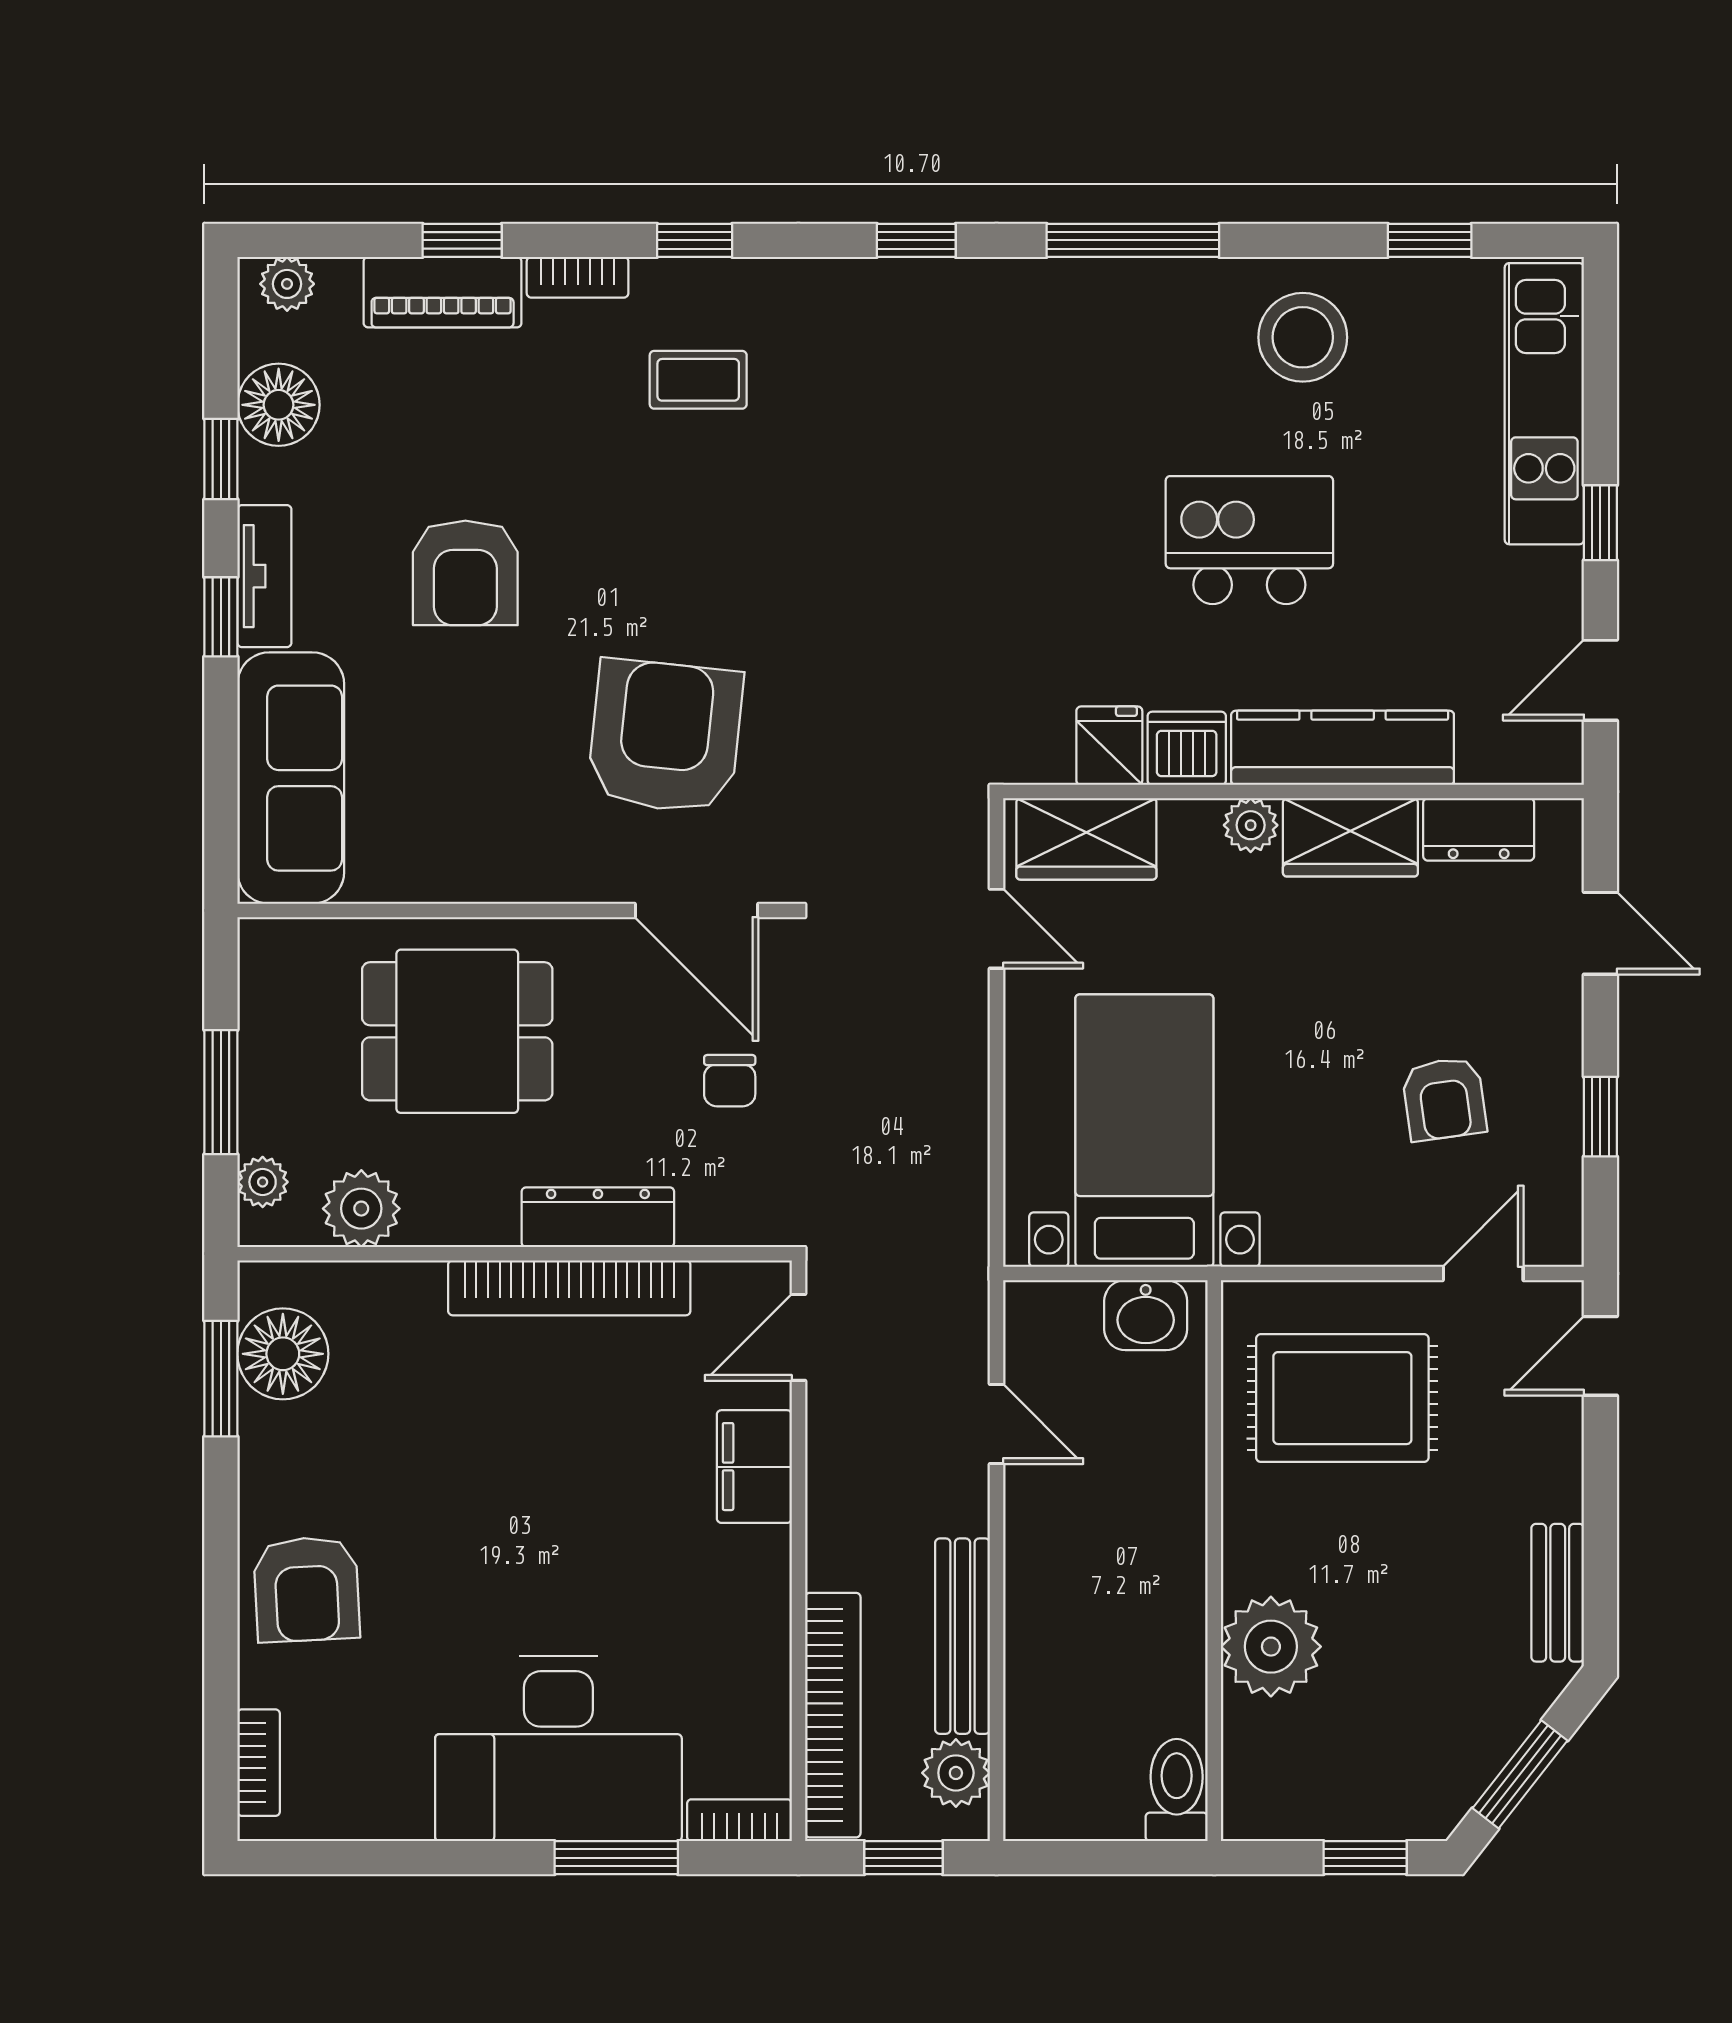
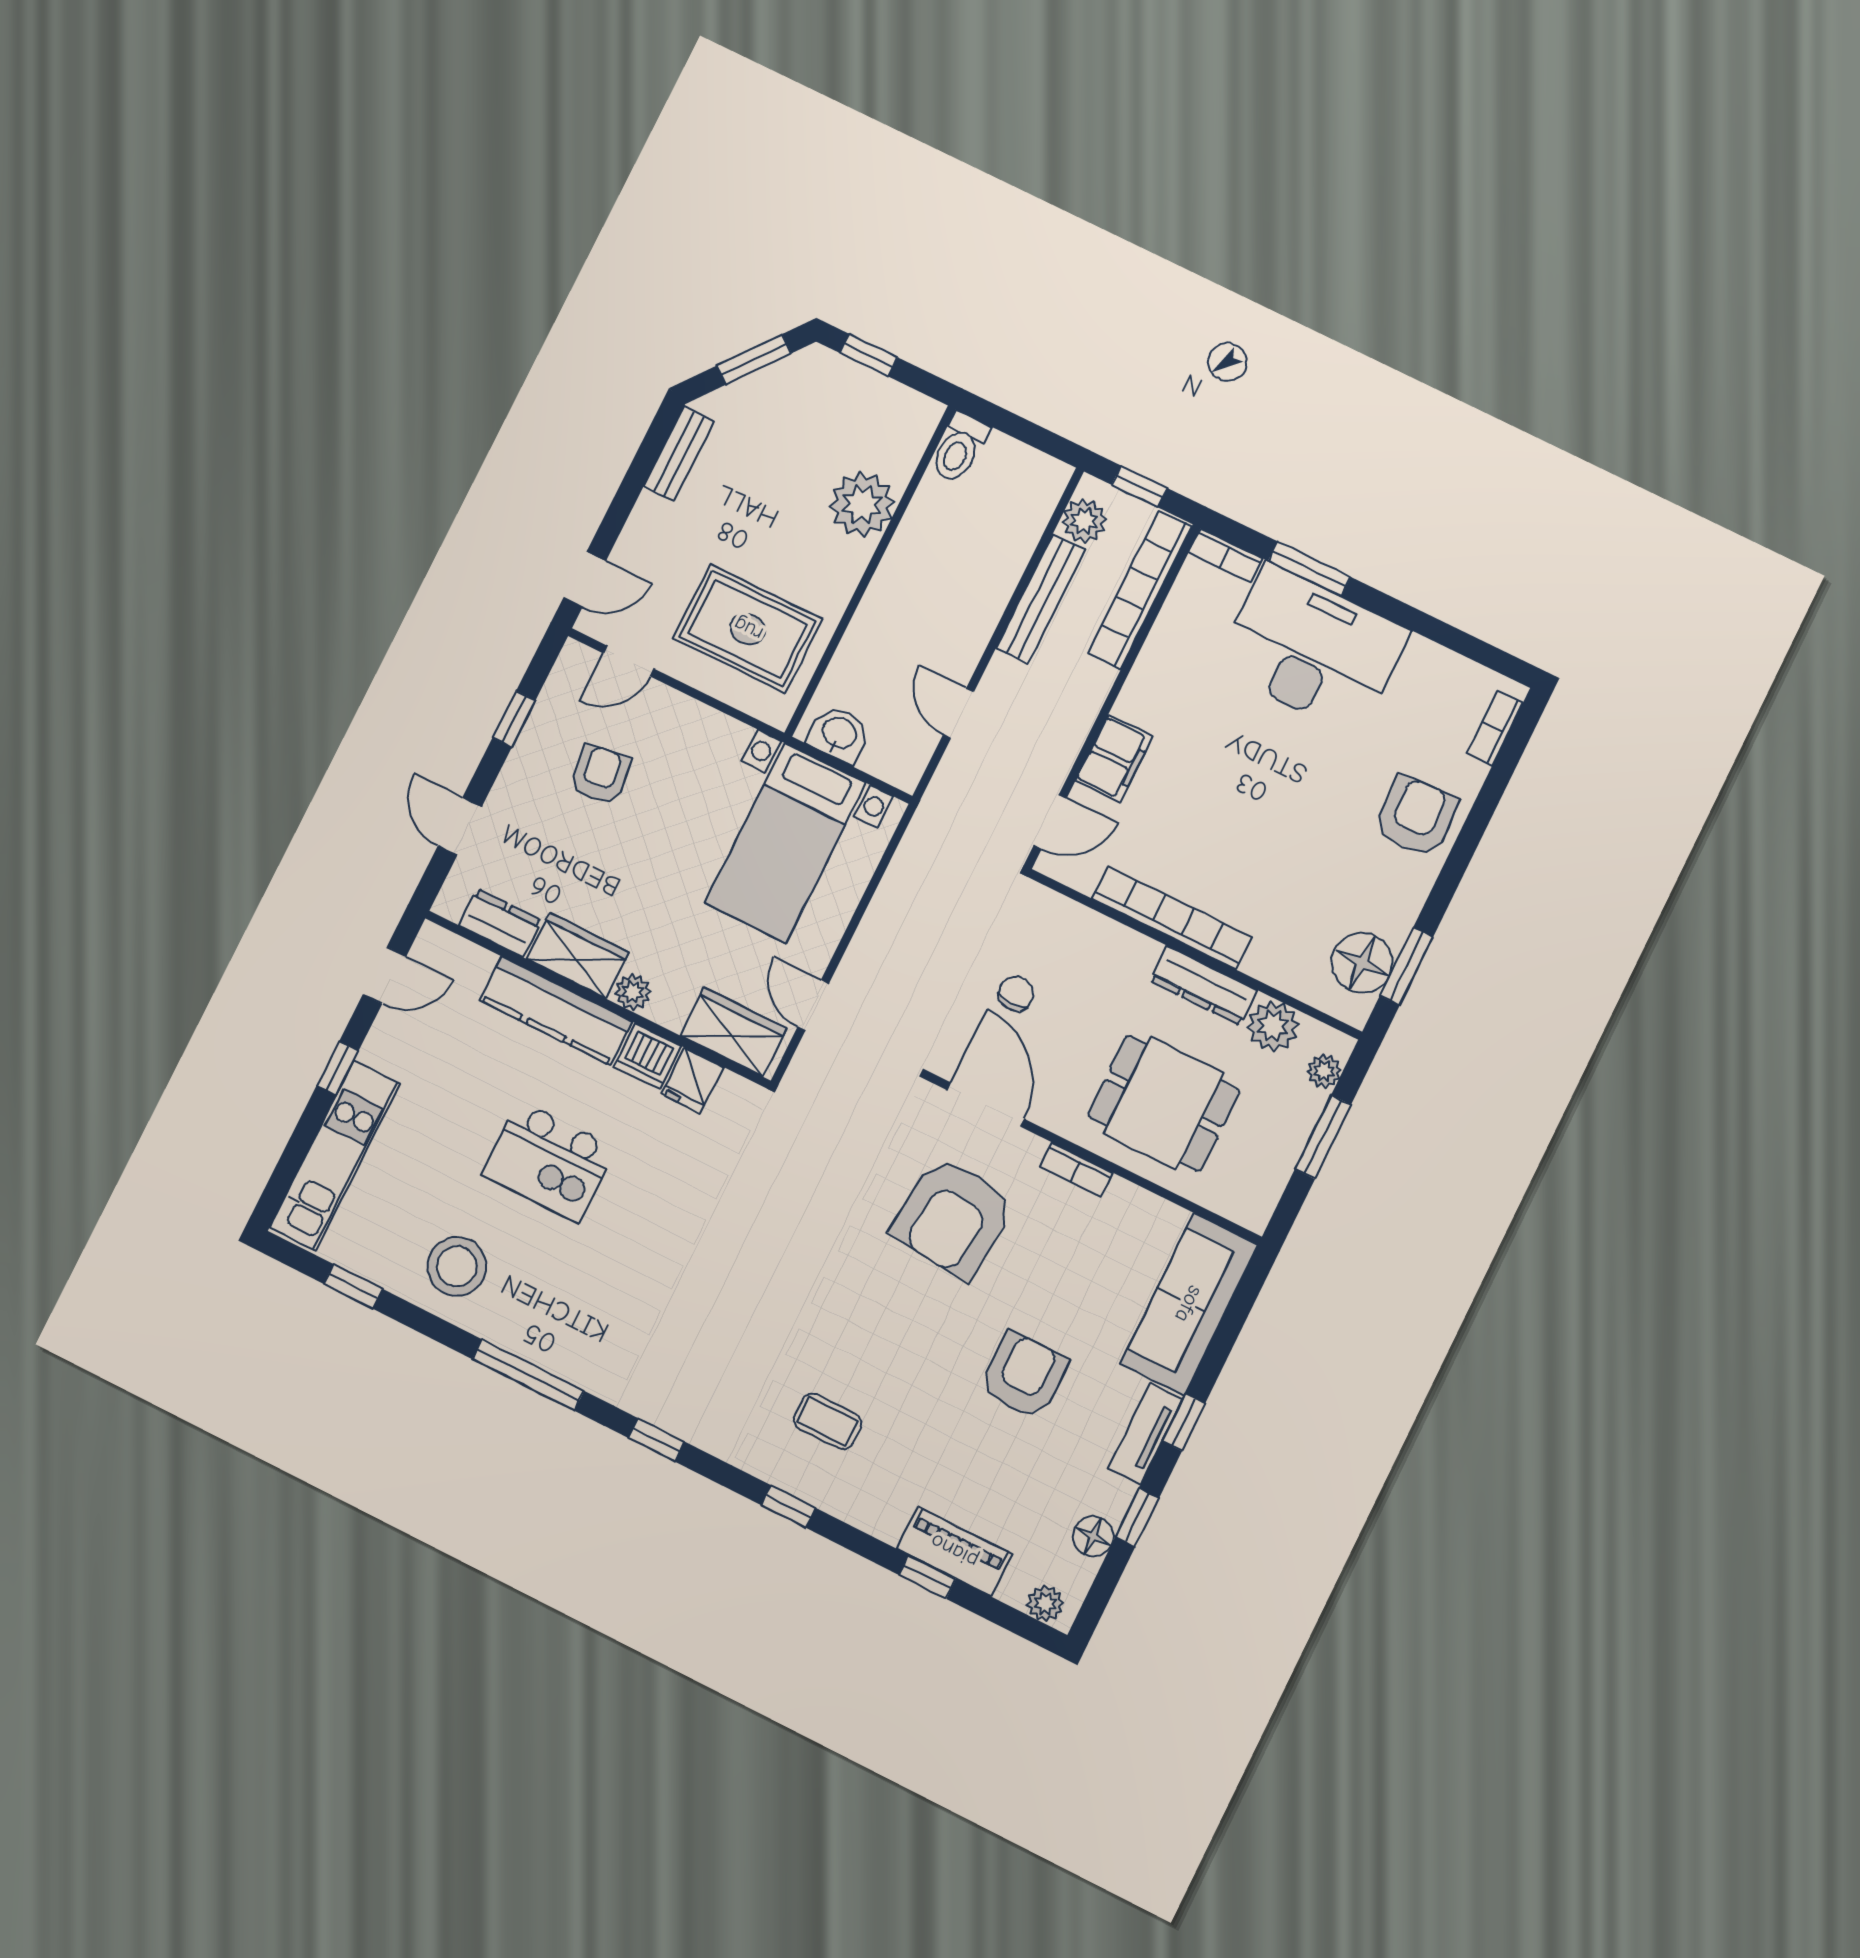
bookcase: (578, 277) -> (1076, 1170), moved, turned 180
floor lamp: (279, 405) -> (1093, 1536), width x0.73, depth x0.73
dresser: (598, 1217) -> (1204, 986), moved

